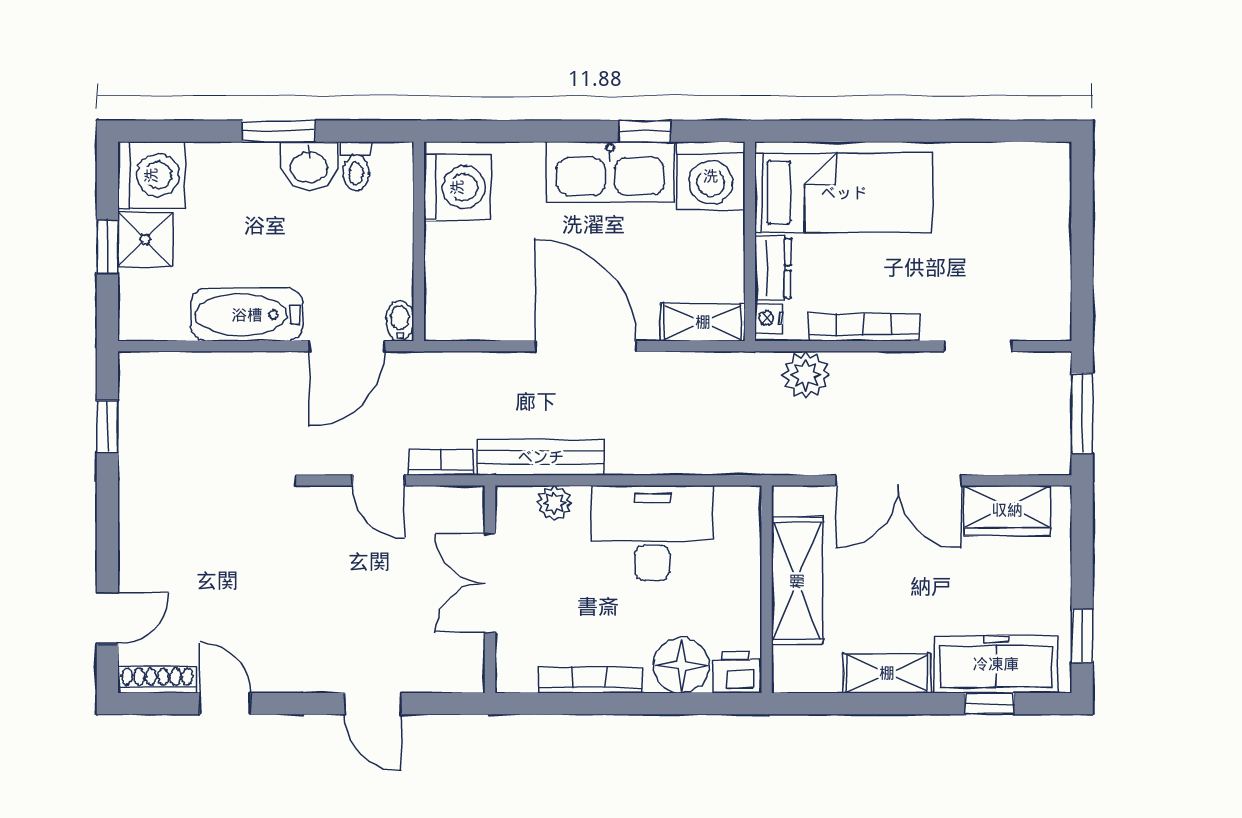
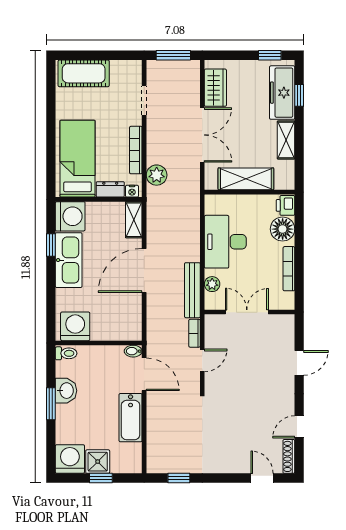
toilet: (356, 166) -> (66, 353), moved
cot: (1041, 207) -> (84, 73), added
double door: (490, 583) -> (247, 312), swing flipped

